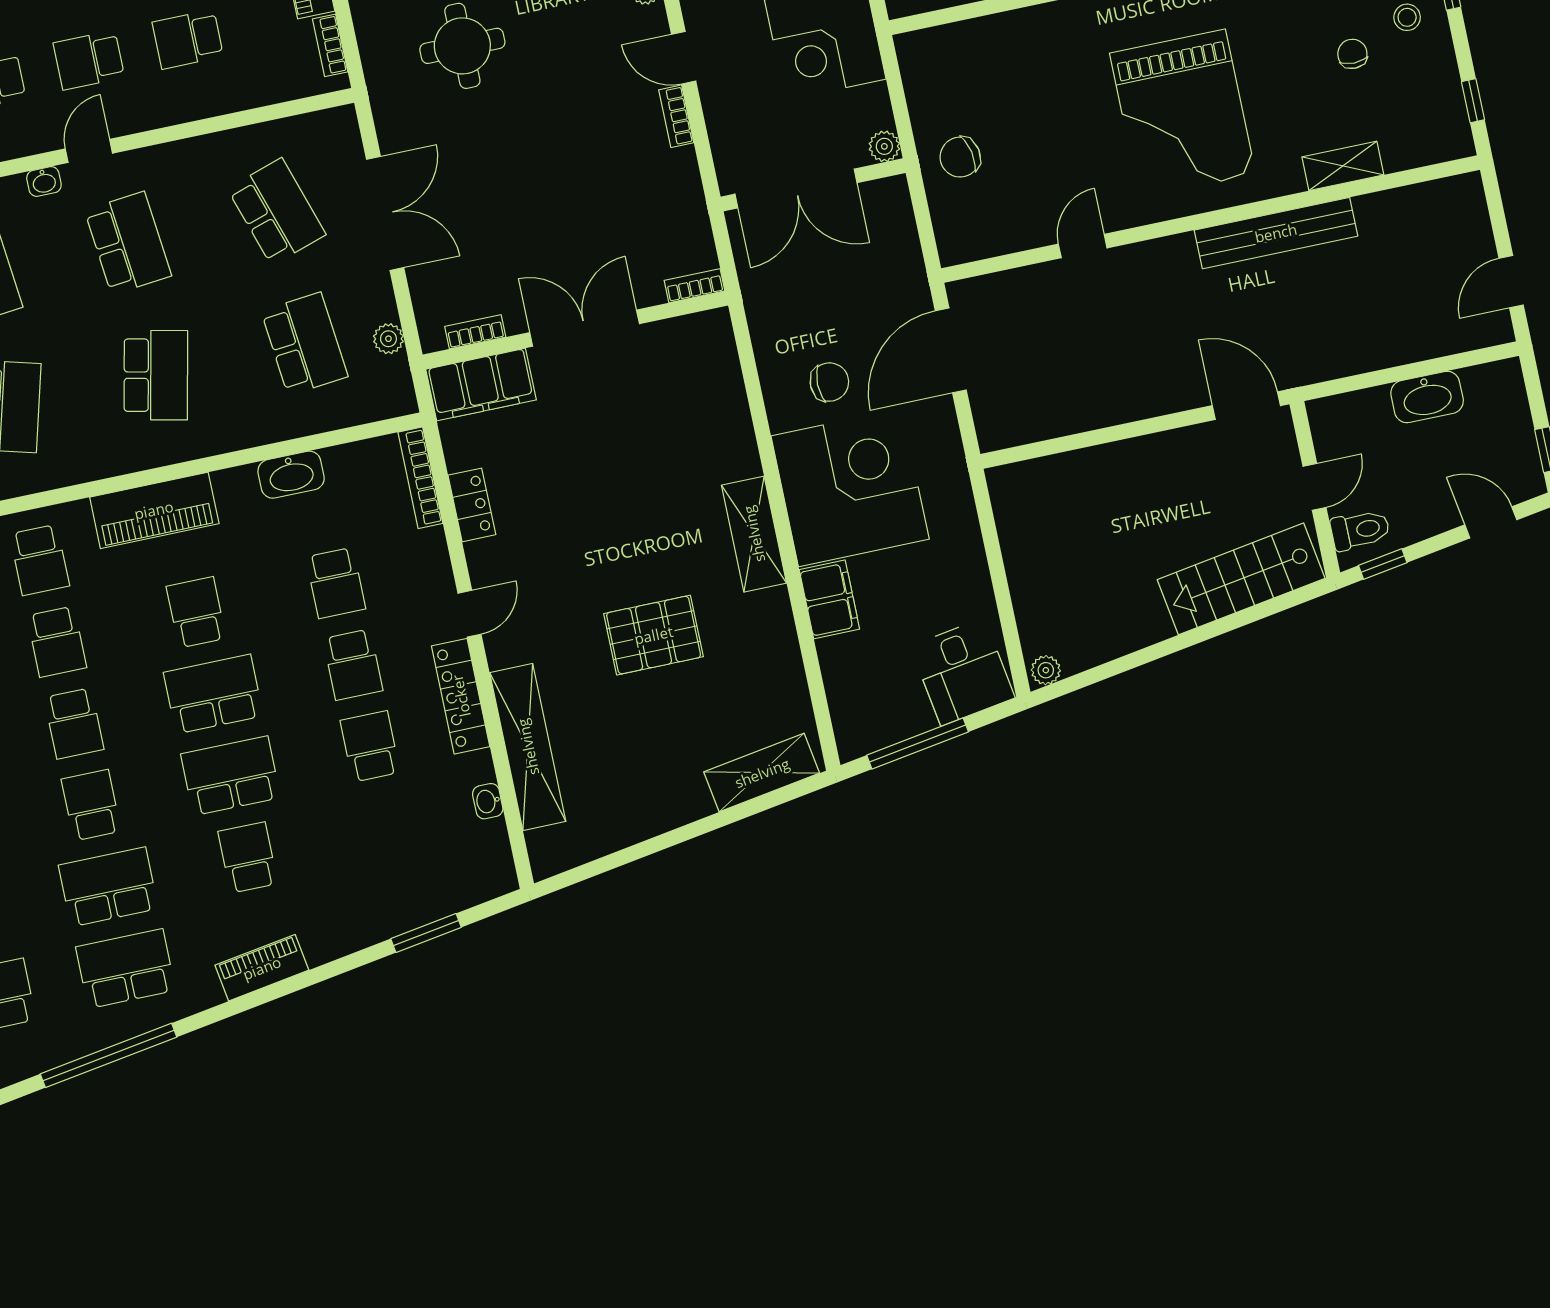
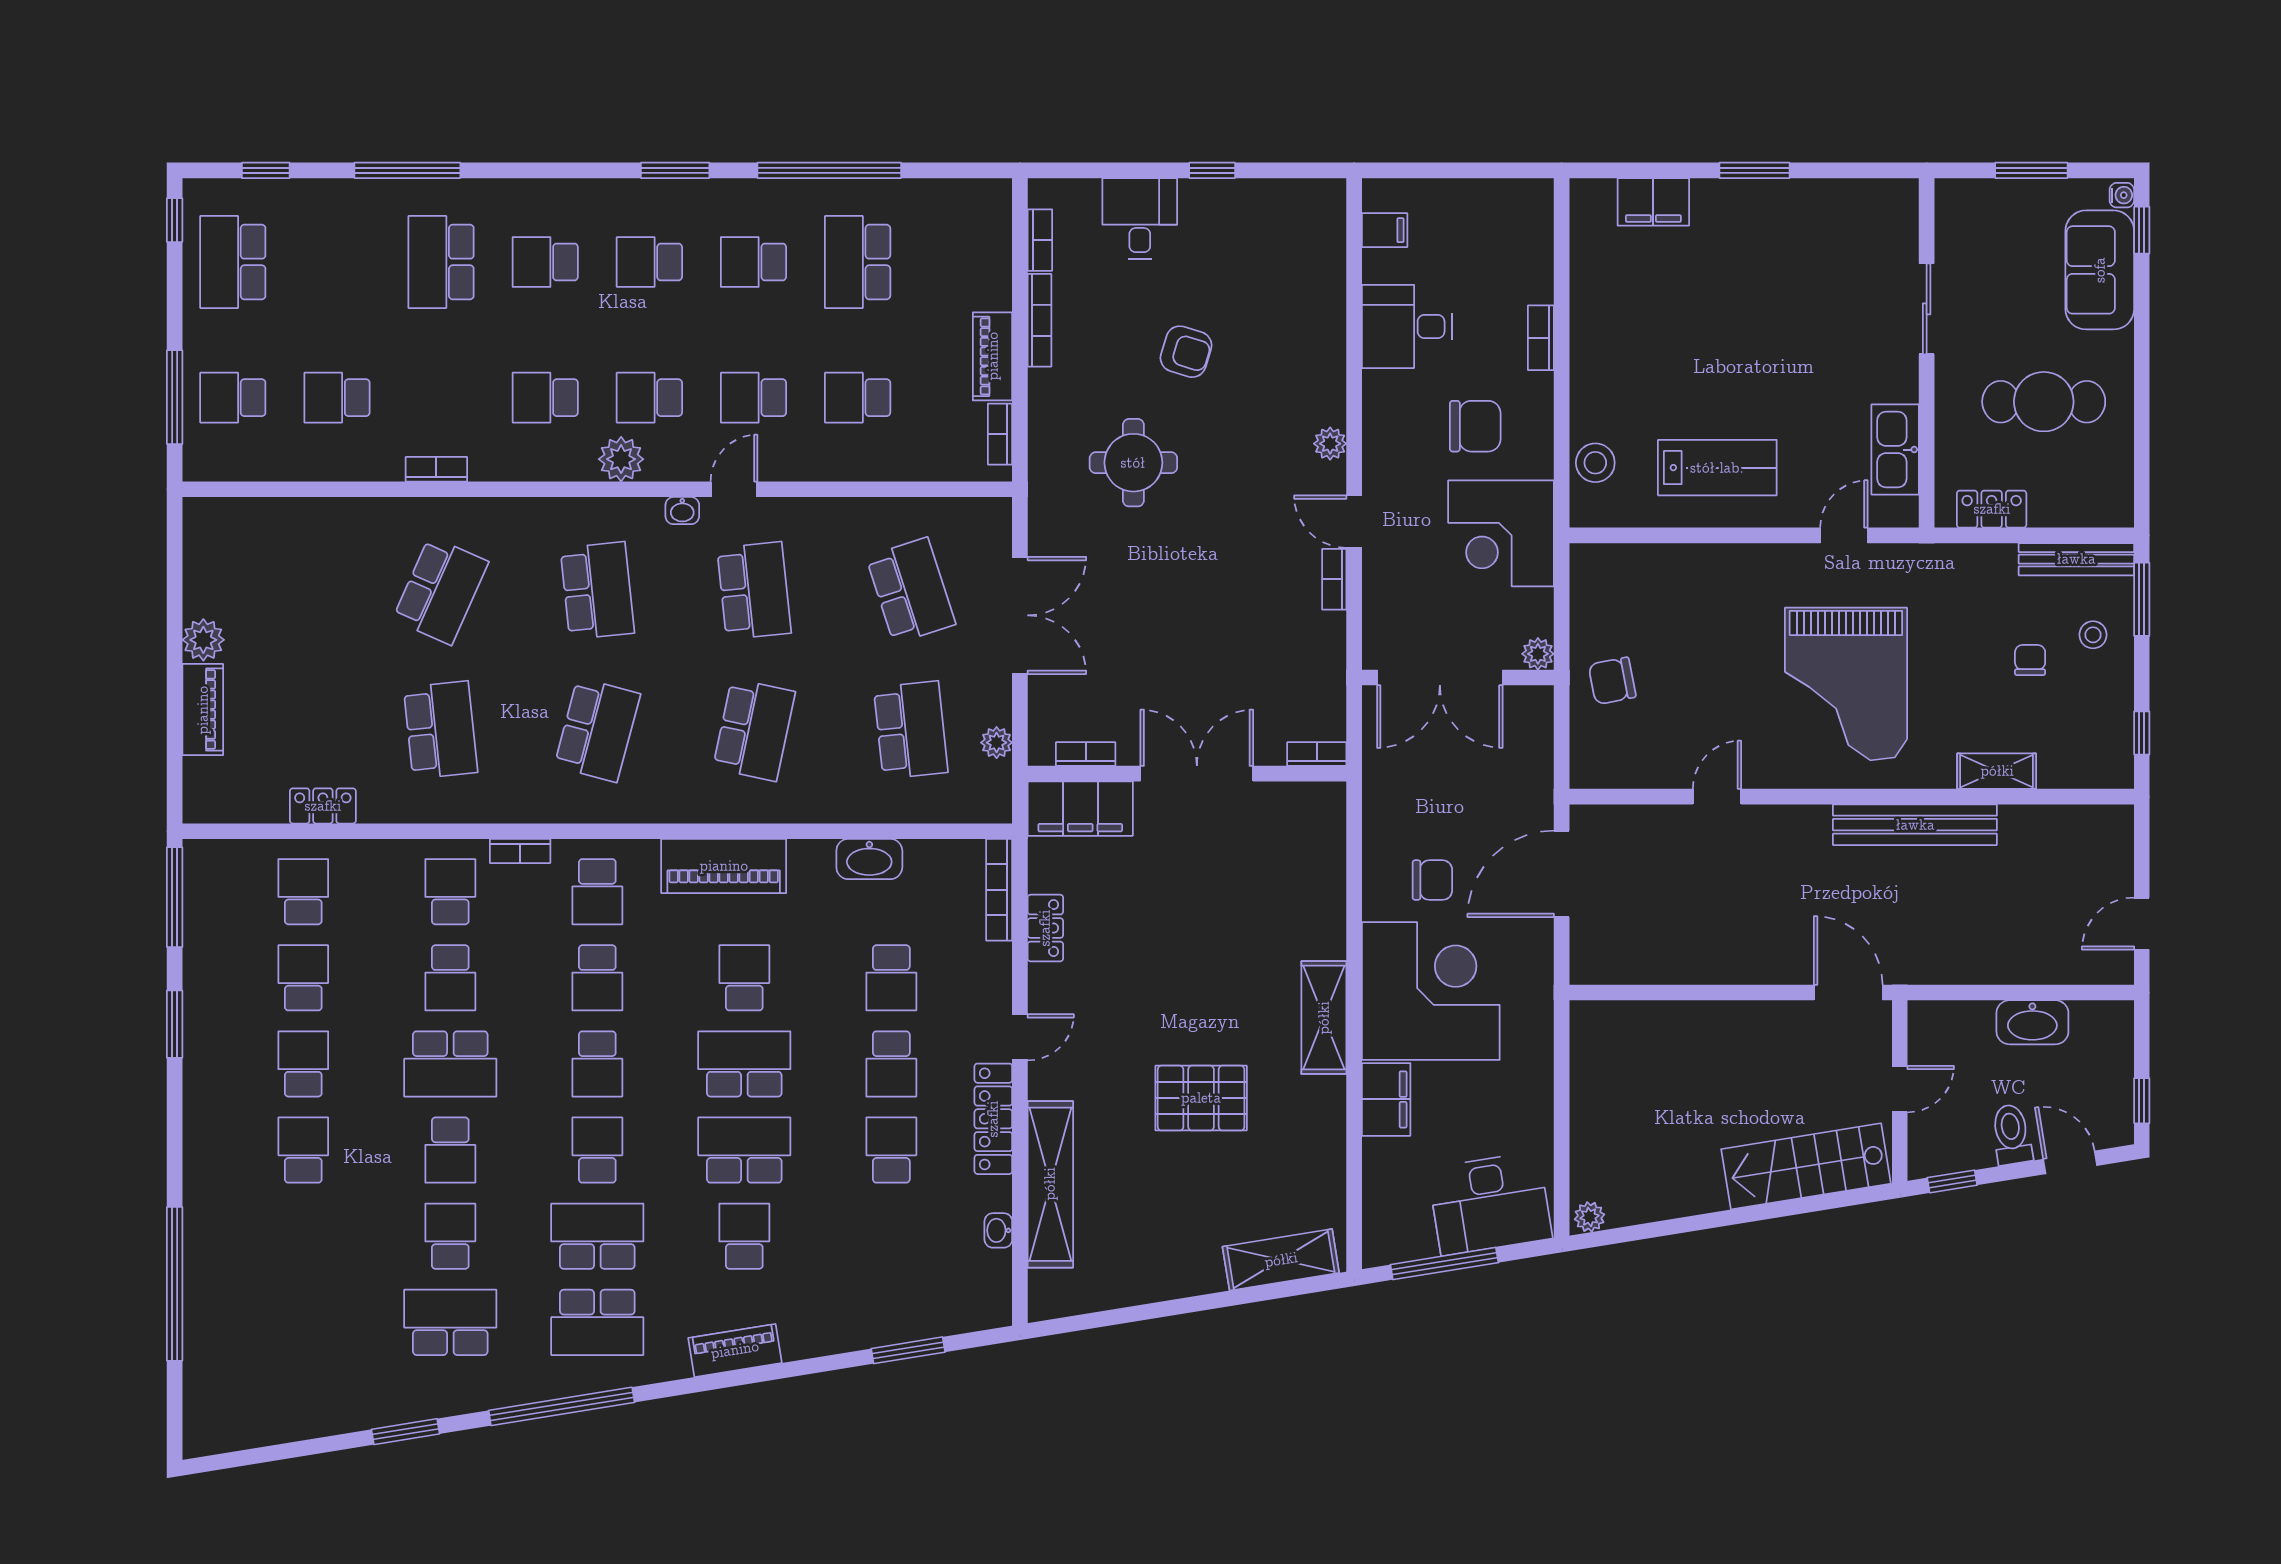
toilet: (1360, 530) -> (2012, 1134), moved, turned -99
desk: (963, 672) -> (1490, 1203), width x1.37
school desk: (126, 969) -> (597, 1322), turned 180

